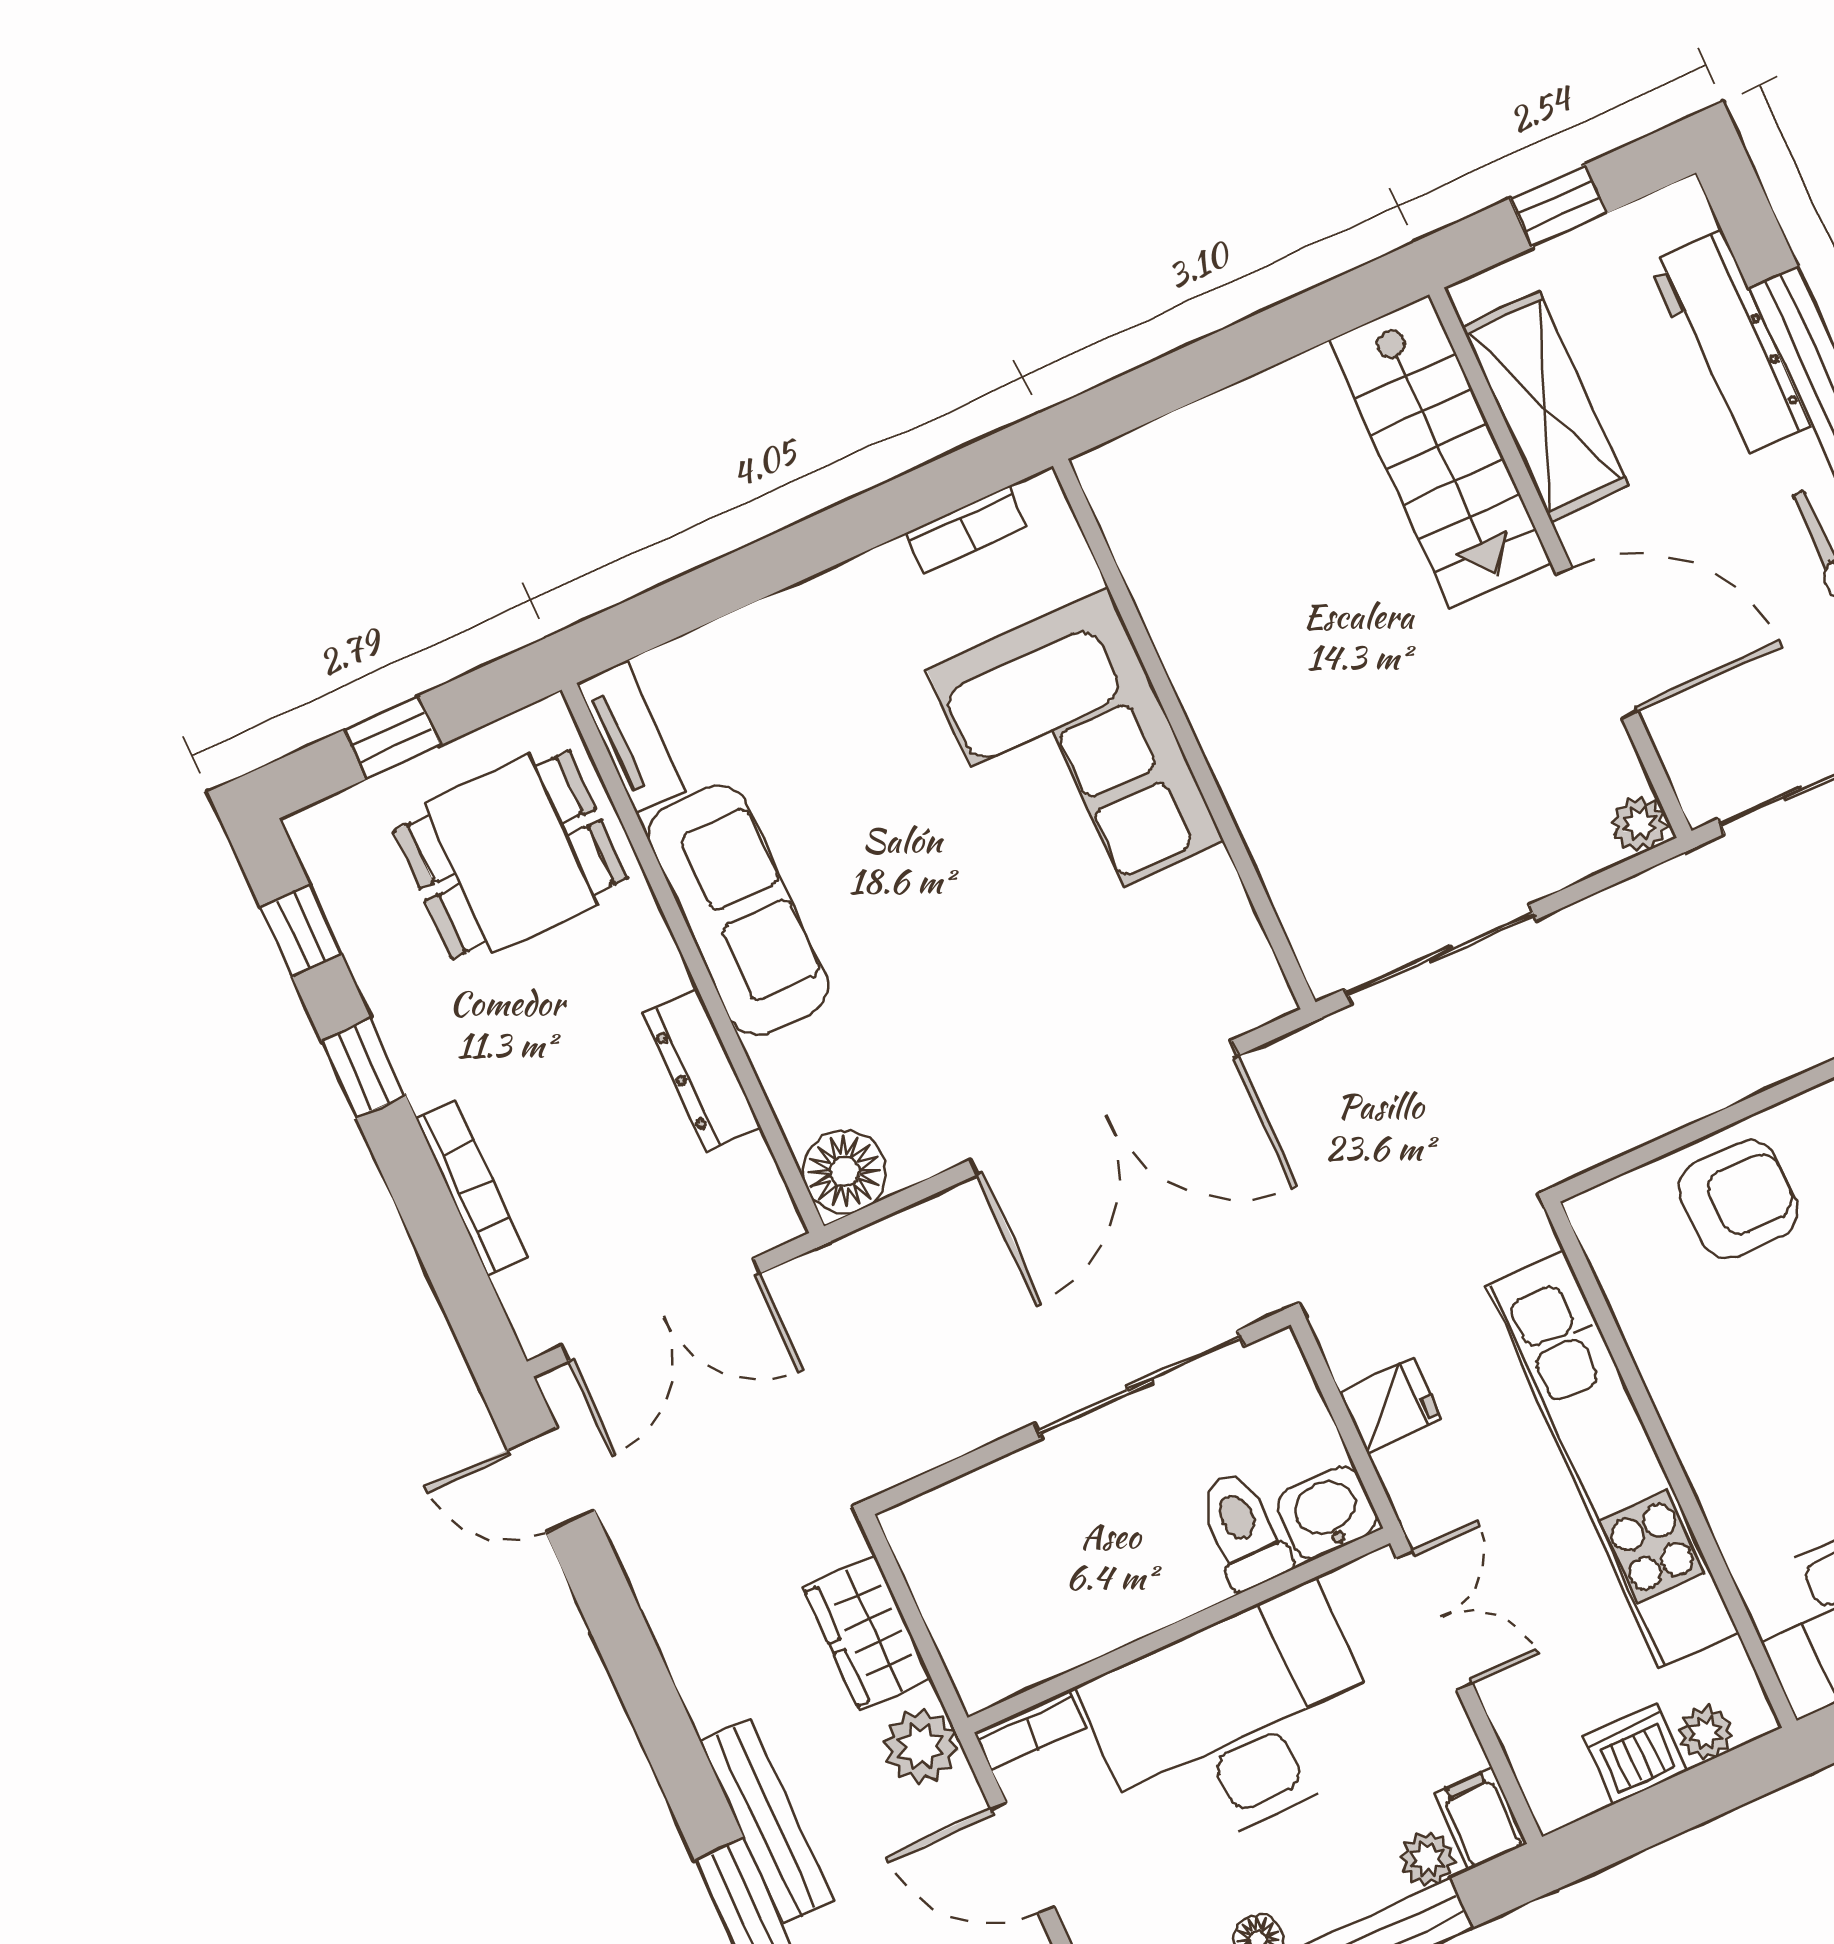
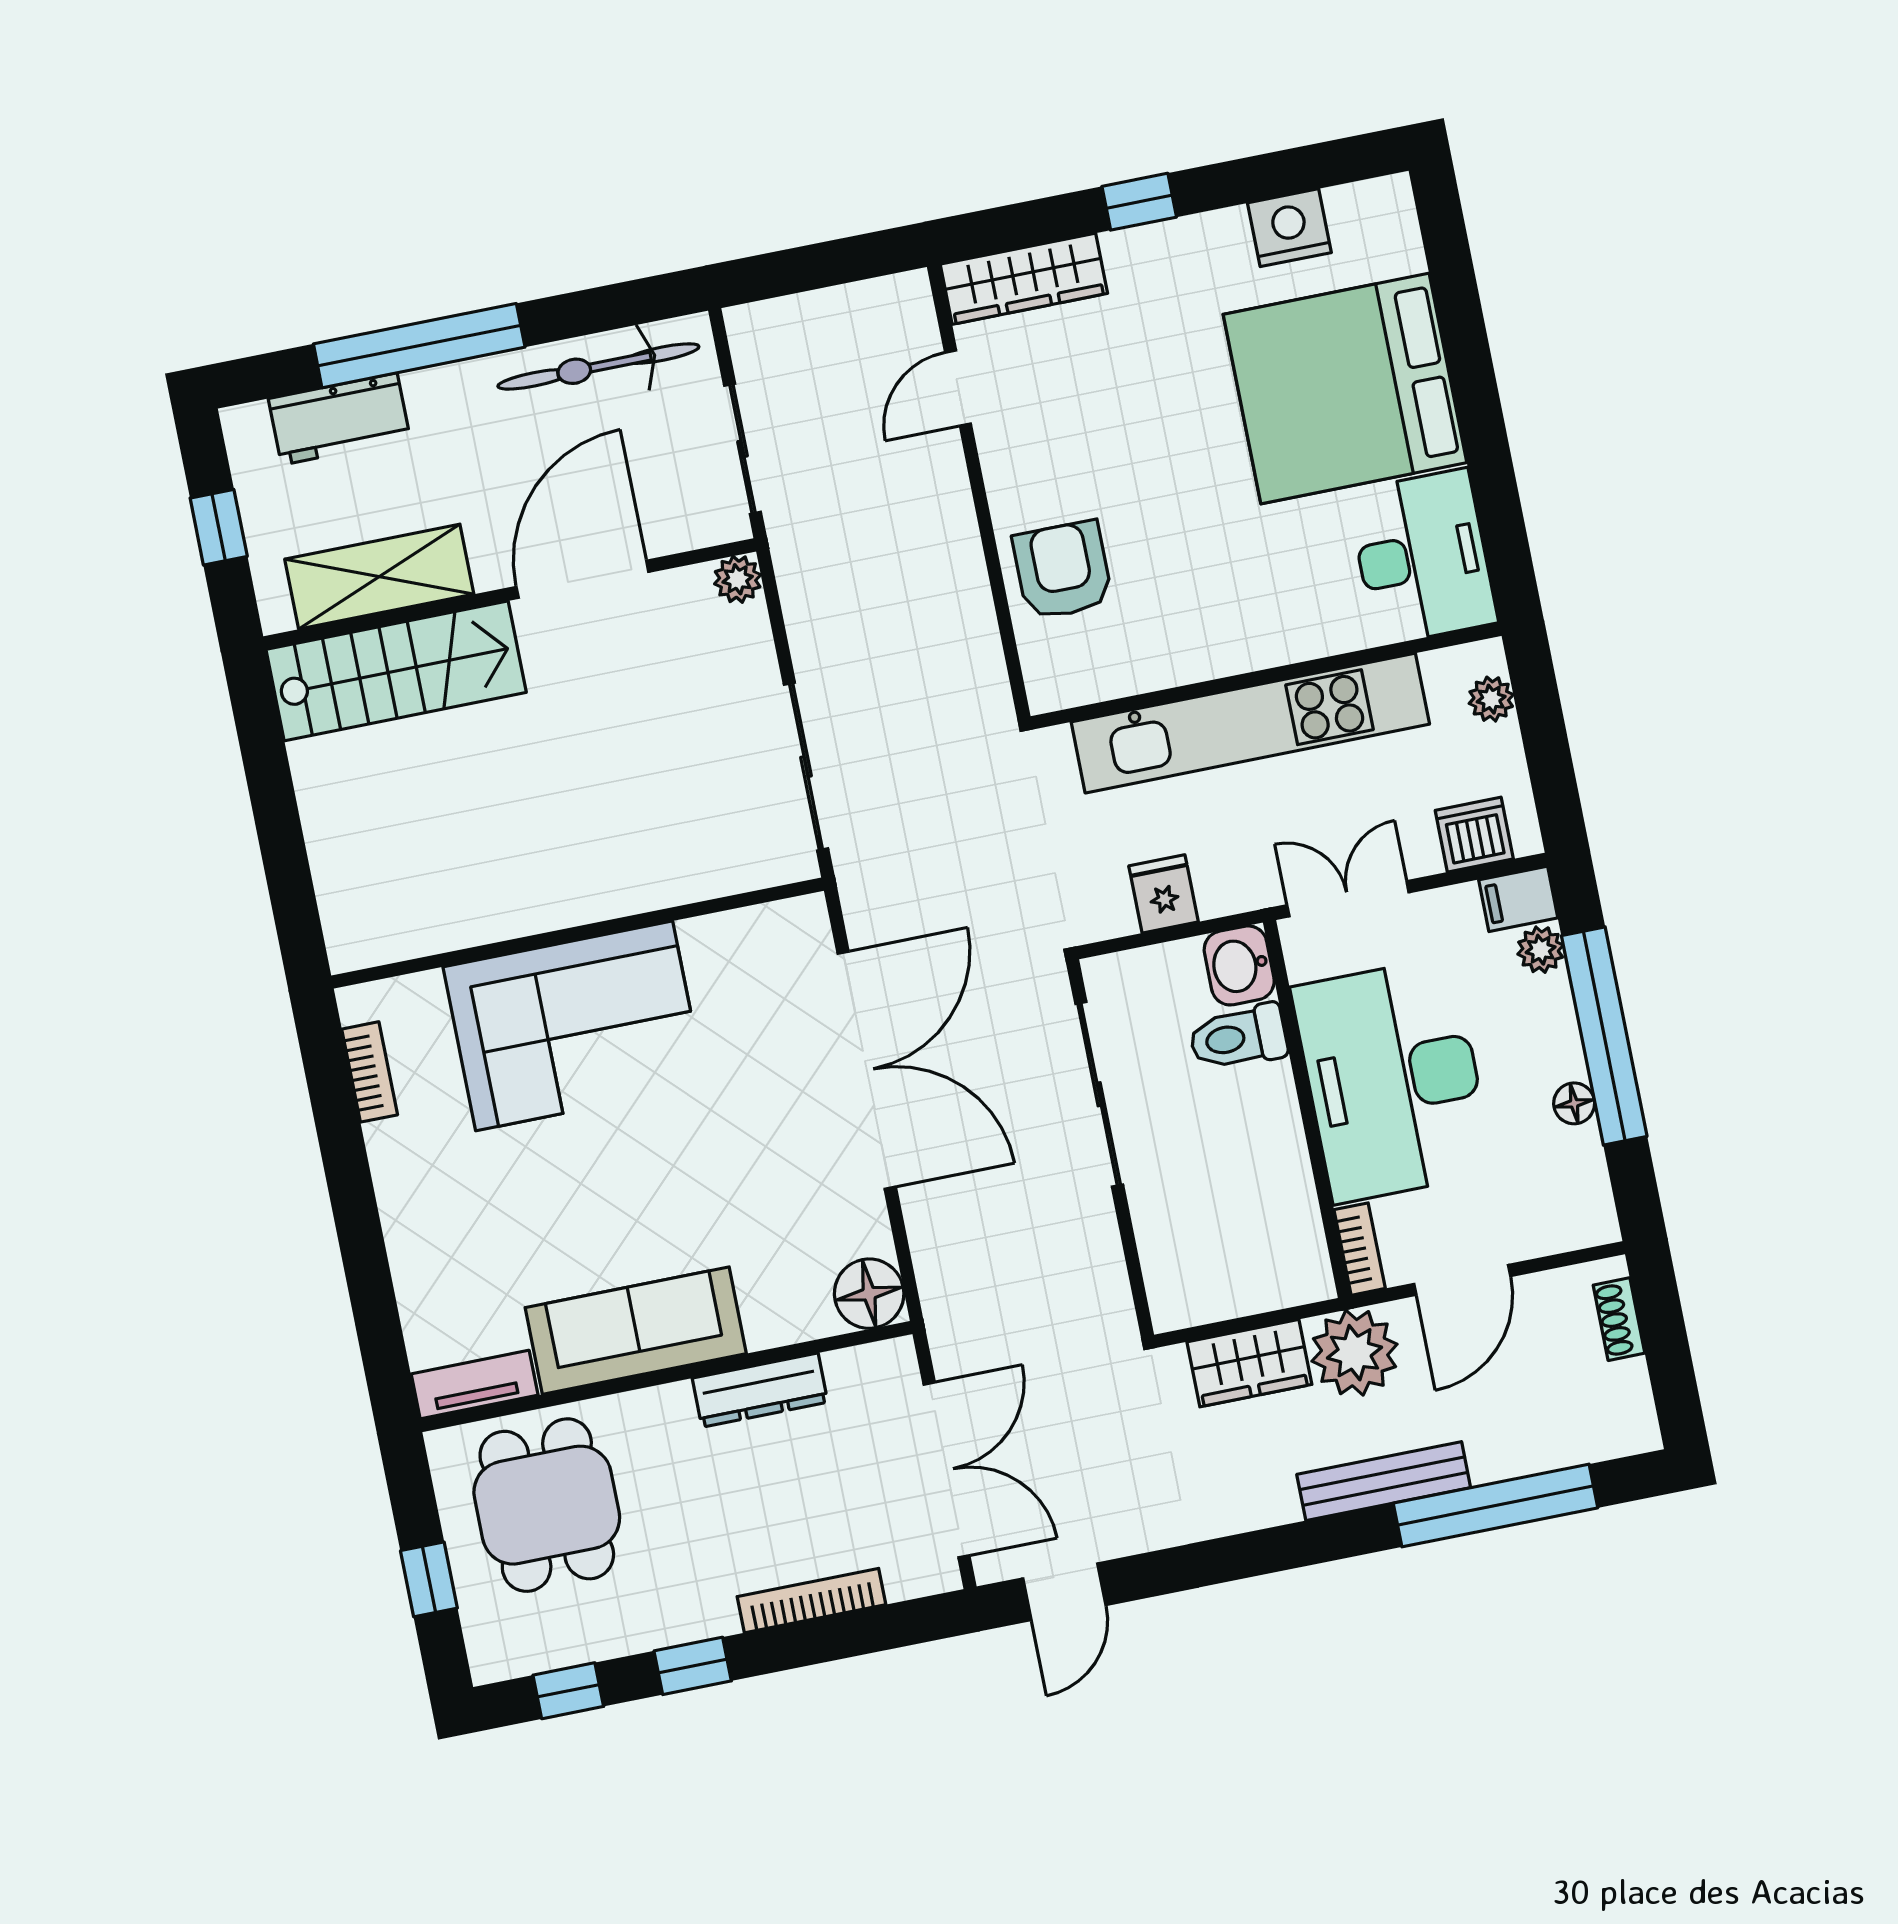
workbench: (1730, 344) -> (339, 419), width x0.73
plant: (921, 1746) -> (1355, 1353), width x1.36, depth x1.36
dishwasher: (1635, 1753) -> (1474, 835), moved, turned 90

